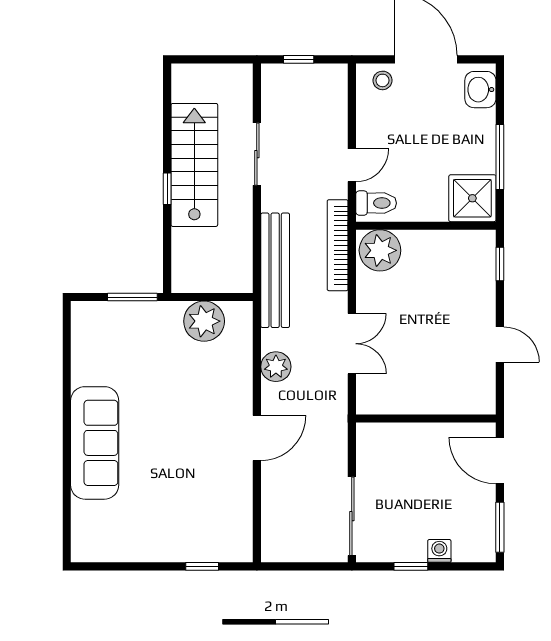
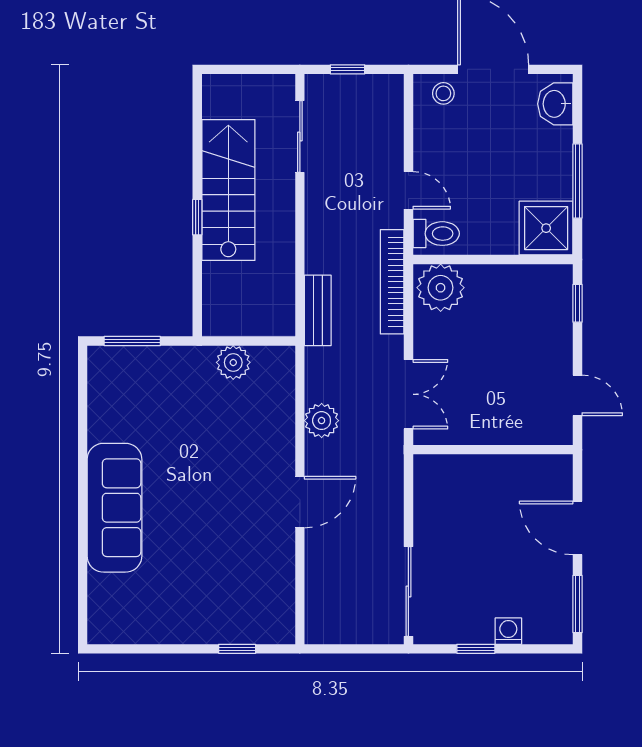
sliding door: (257, 154) -> (300, 136), moved
door: (352, 165) -> (408, 190), hinge flipped
bench: (275, 270) -> (318, 310), width x0.54, depth x0.82
window: (132, 297) -> (132, 341), moved
plant: (204, 321) -> (233, 362), width x0.73, depth x0.73
wall: (426, 418) -> (493, 450), moved

